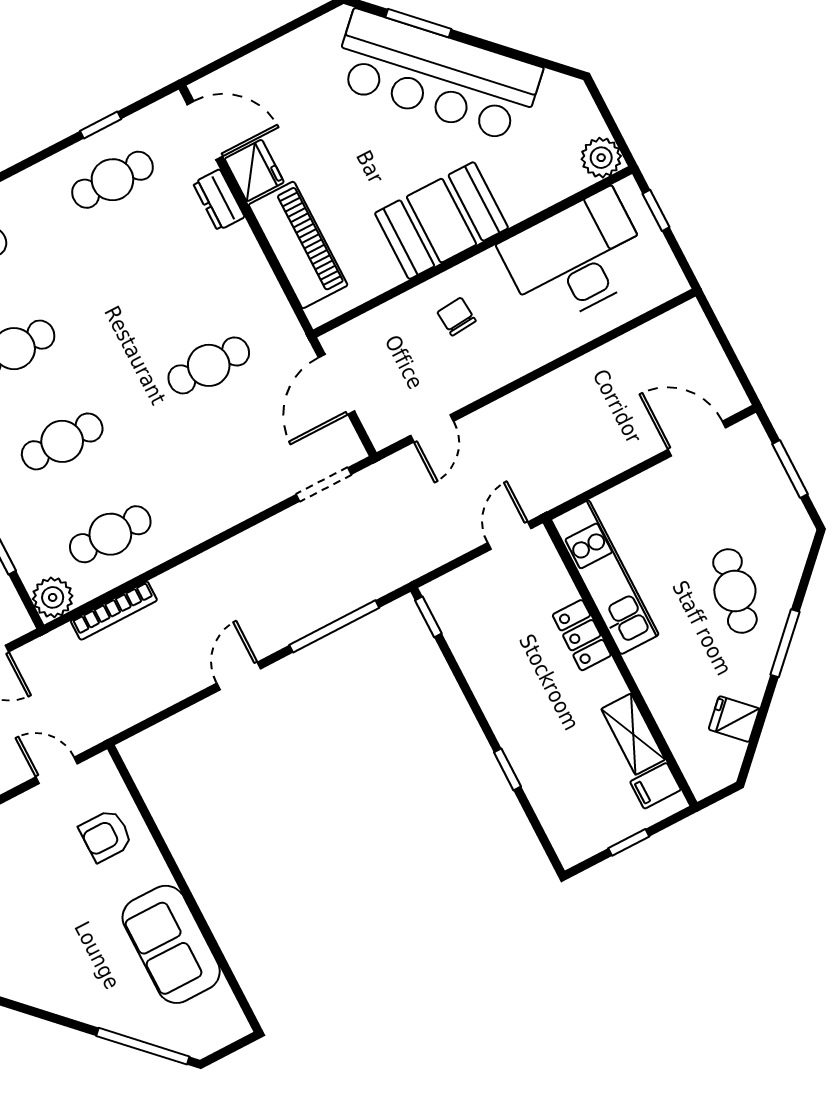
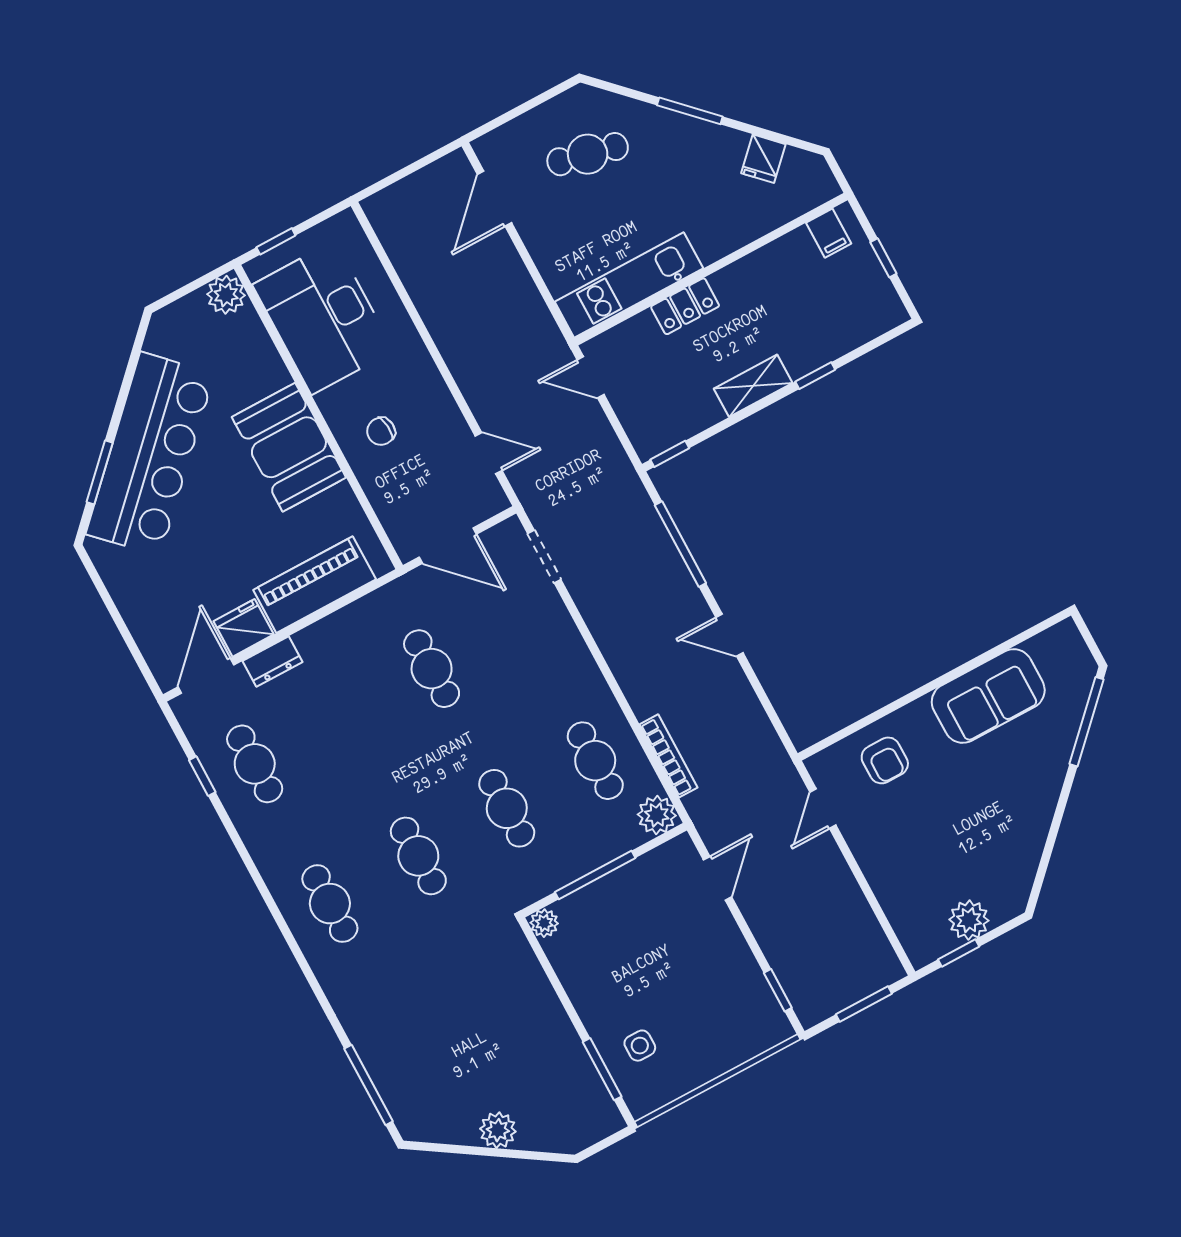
window: (790, 469) -> (522, 109), removed
cafe table: (735, 591) -> (588, 154), moved
shelving: (633, 734) -> (753, 386), moved

